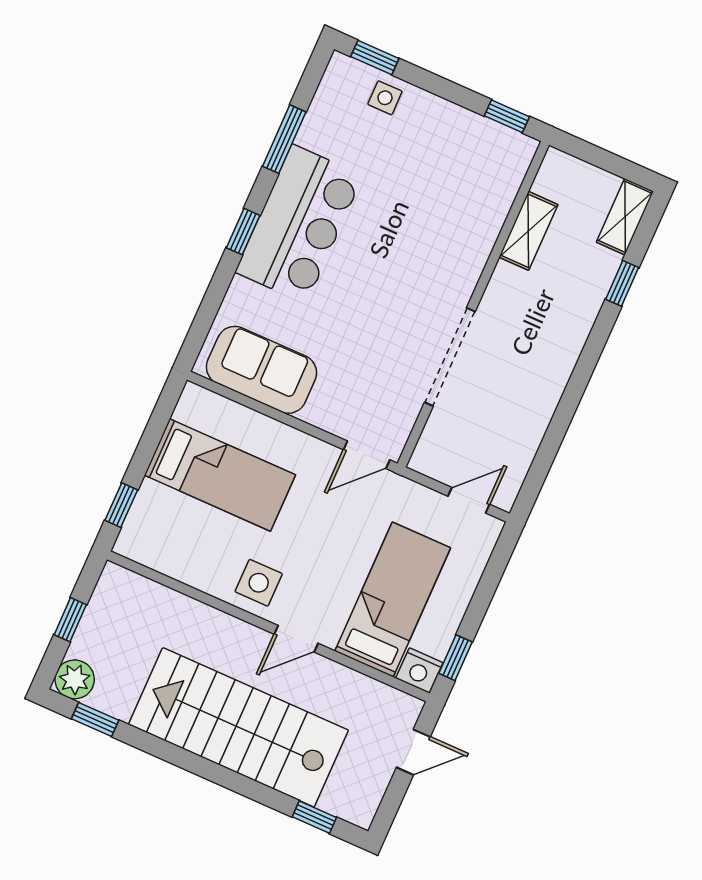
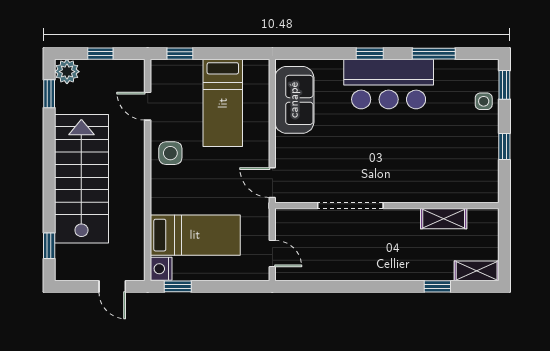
window: (507, 116) -> (504, 147), moved
door: (296, 639) -> (148, 106), moved

